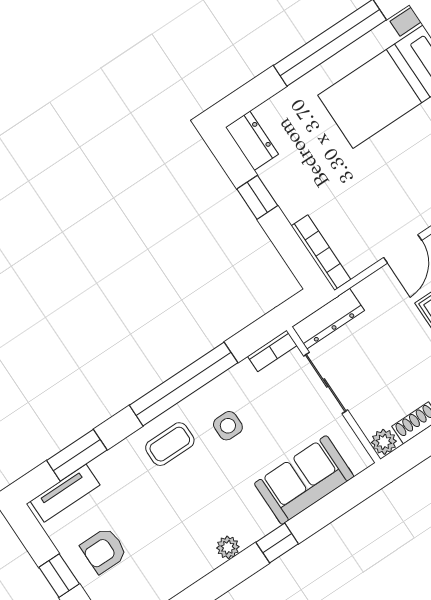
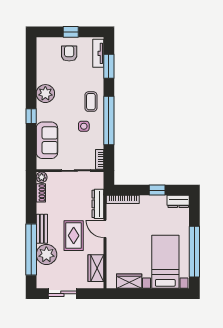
dresser: (328, 319) -> (98, 204), moved
plant: (228, 547) -> (45, 94), width x1.88, depth x1.88

